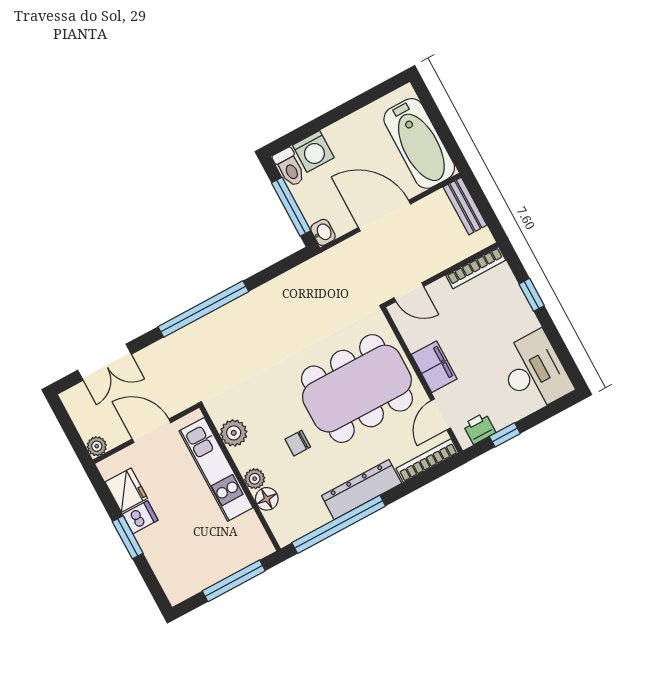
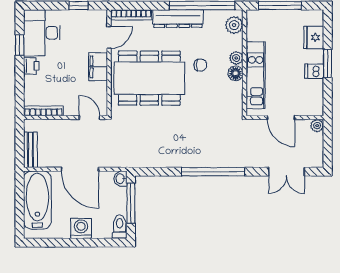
washing machine: (313, 151) -> (81, 228), moved
window: (532, 295) -> (20, 45), moved
double door: (105, 362) -> (287, 172), swing flipped
printer: (479, 428) -> (31, 66), moved, turned -90
plant: (234, 433) -> (234, 25), moved
fridge: (126, 490) -> (314, 37), moved
floor lamp: (267, 499) -> (235, 73), moved

